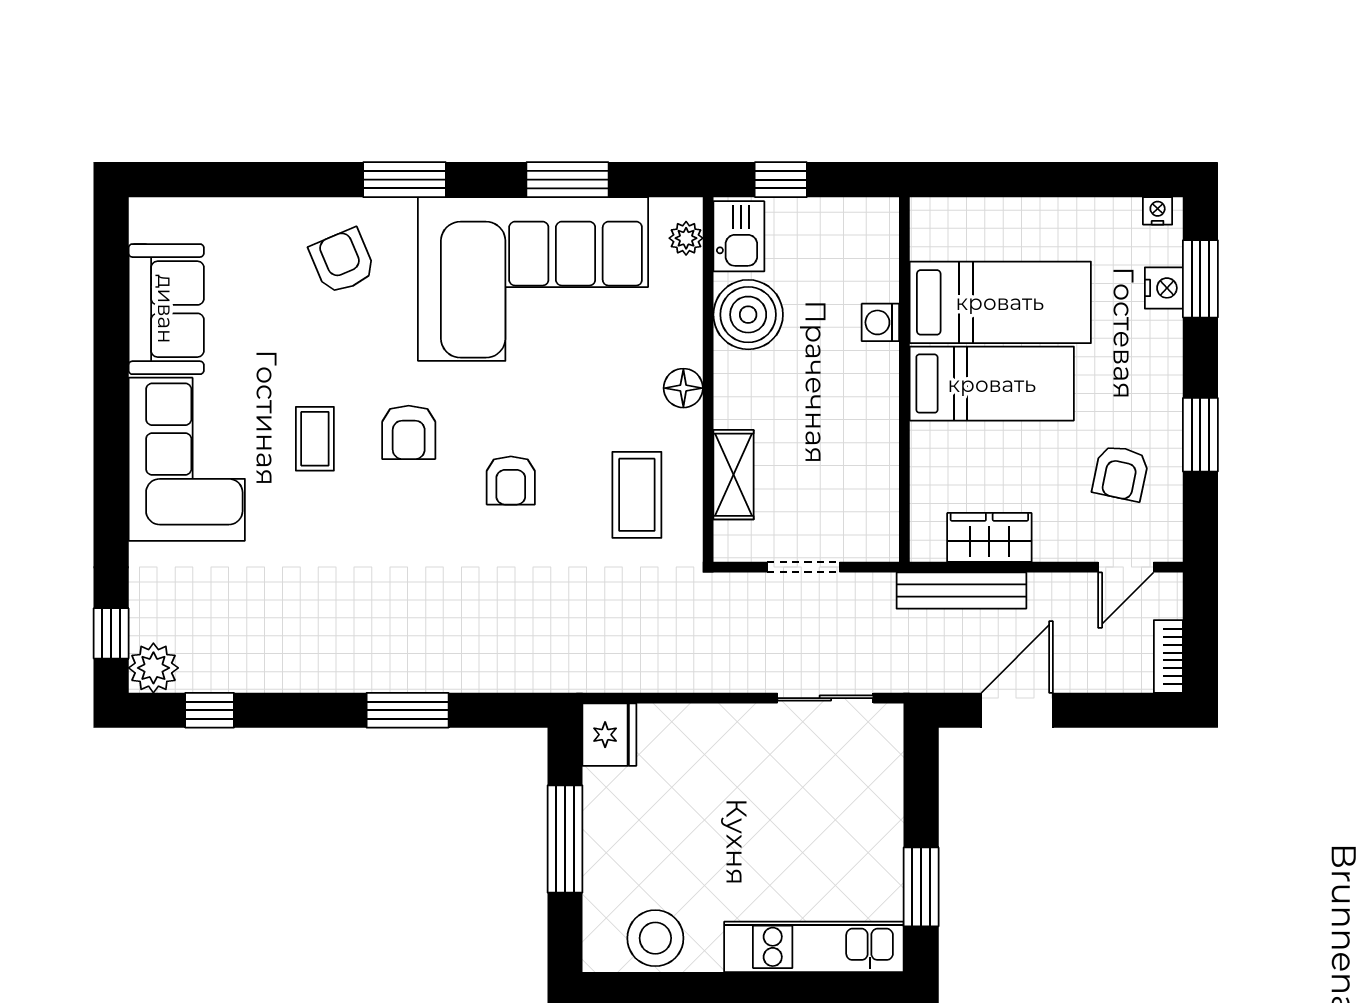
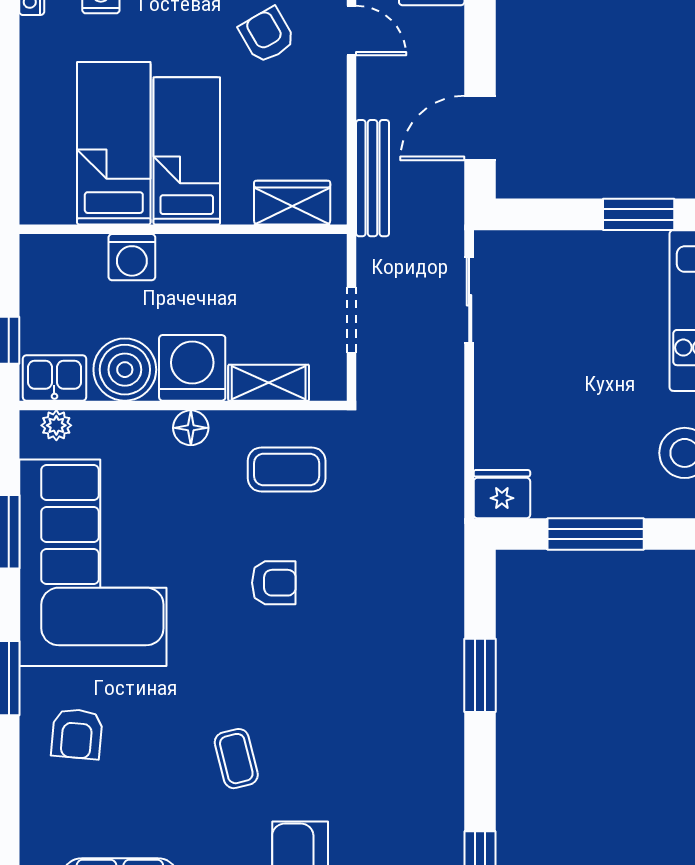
armchair: (342, 261) -> (77, 734), turned -62
washing machine: (880, 322) -> (132, 257), width x1.38, depth x1.38
washing machine: (750, 390) -> (192, 368), added
armchair: (409, 432) -> (231, 674), removed
coffee table: (315, 439) -> (236, 759), turned 76
armchair: (1121, 473) -> (267, 35), turned -132
wardrobe: (989, 537) -> (292, 203), moved, turned 90
door: (1017, 710) -> (480, 128), hinge flipped

